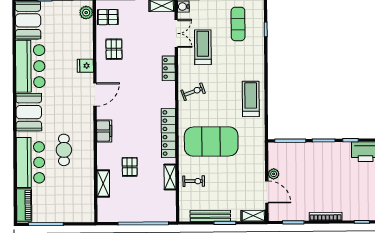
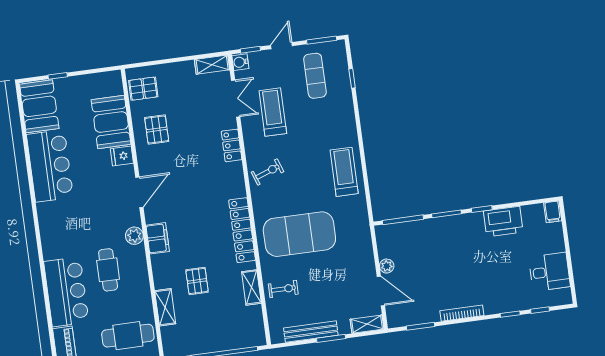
plant: (86, 13) -> (134, 236), moved
booth: (29, 112) -> (111, 122), moved
cafe table: (72, 201) -> (128, 336), added

